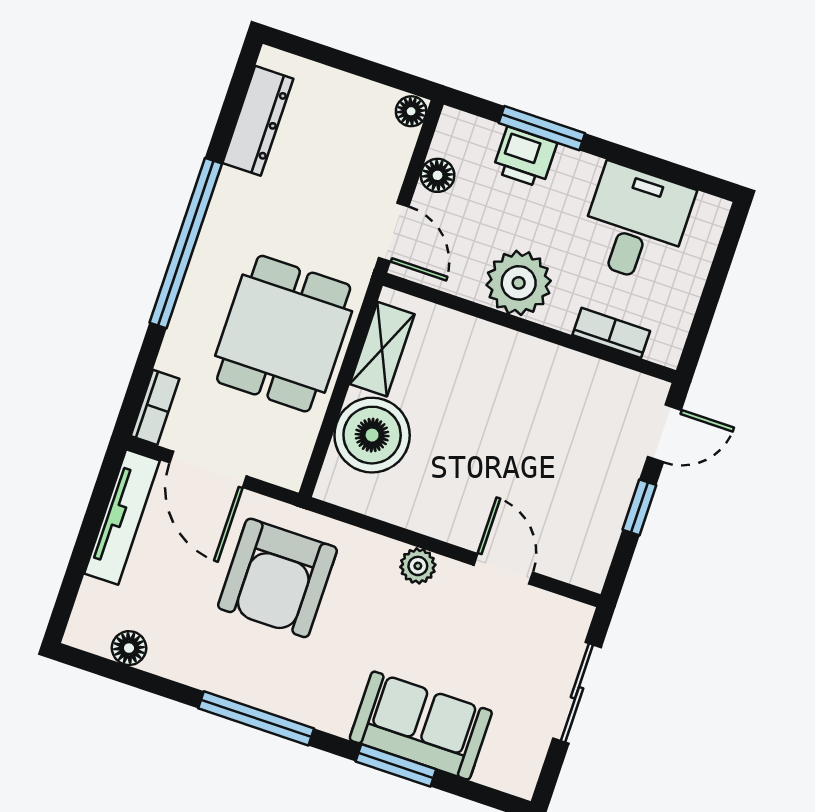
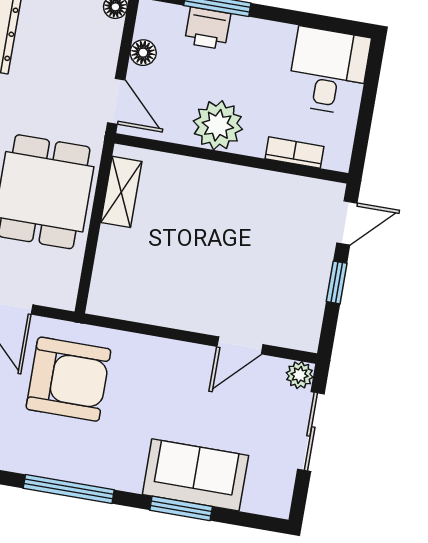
desk: (636, 224) -> (329, 71), moved
boiler: (372, 435) -> (124, 259), removed
plant: (418, 566) -> (300, 375), moved
door: (503, 569) -> (240, 345), swing flipped
armchair: (277, 578) -> (68, 379), turned -90

